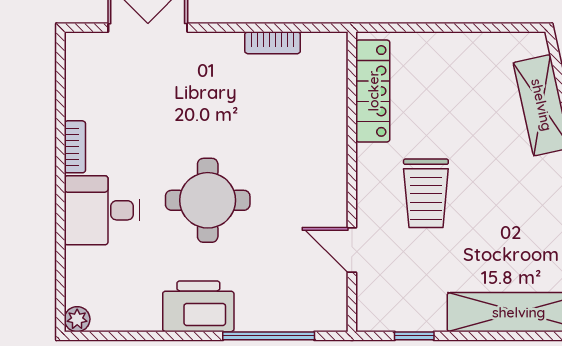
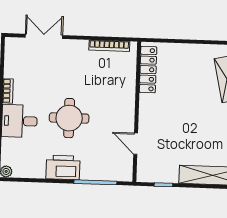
bookcase: (273, 43) -> (109, 46), width x1.56
trolley: (426, 193) -> (171, 118), removed

